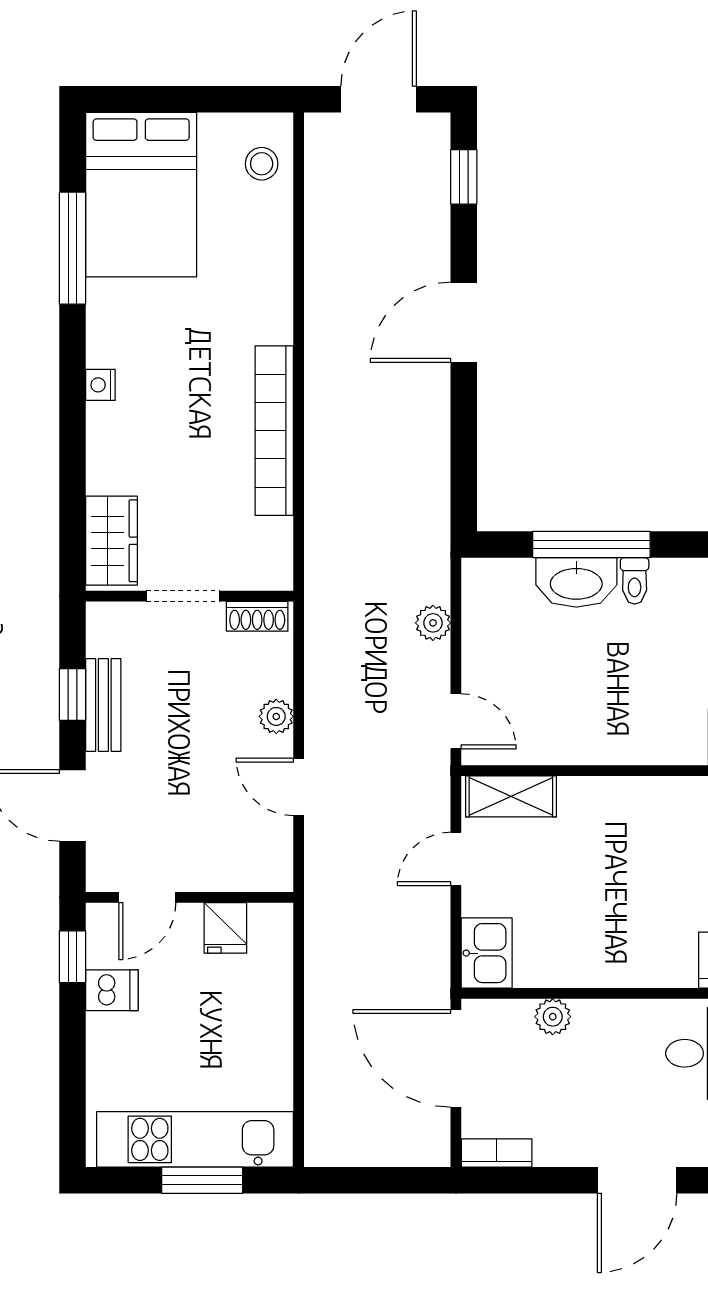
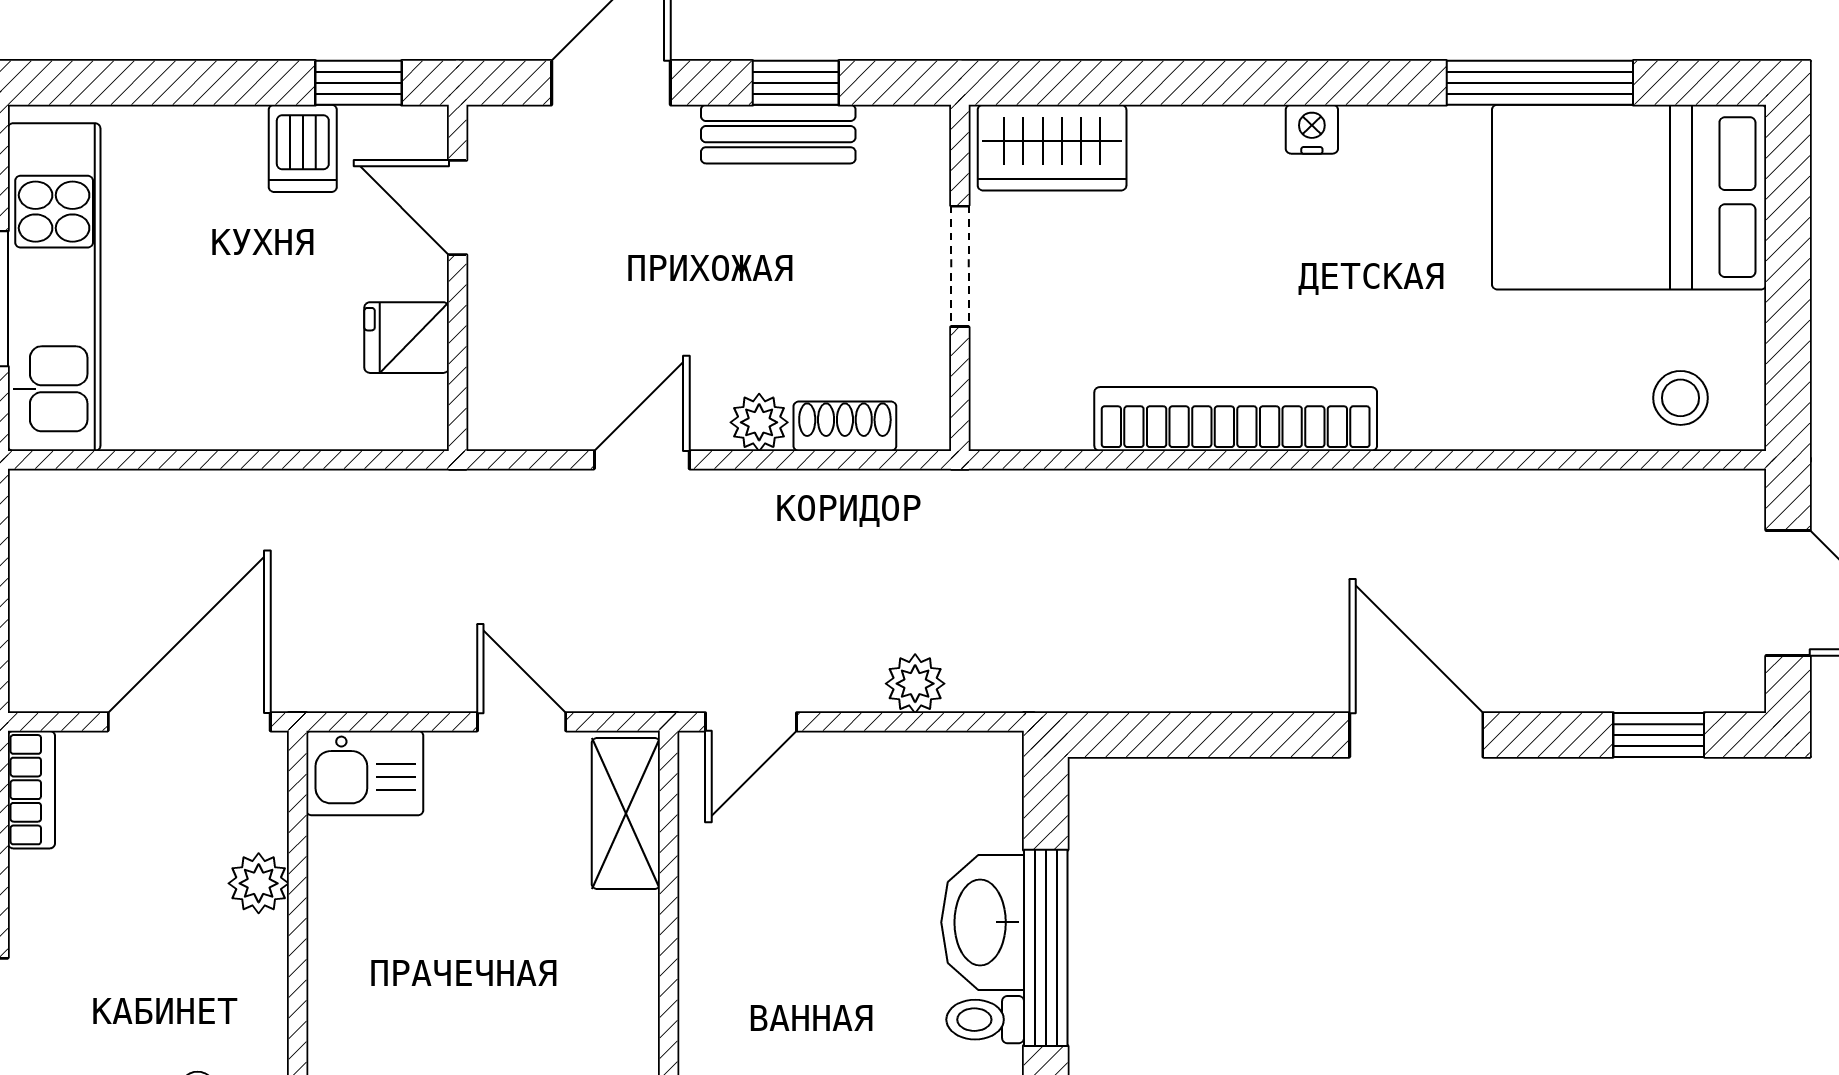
shoe rack: (257, 616) -> (845, 426), moved, turned 90

